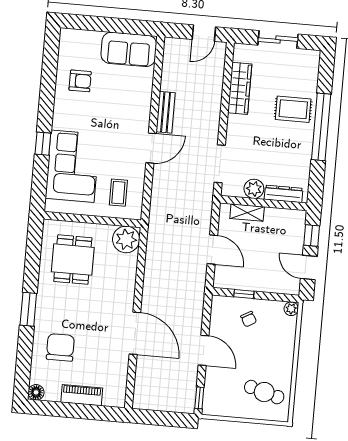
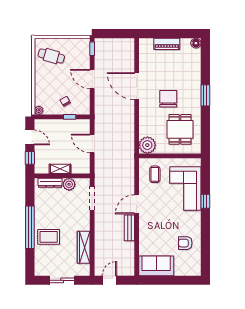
shelving: (247, 213) -> (60, 169), moved
chair: (60, 347) -> (168, 99), moved, turned 180

